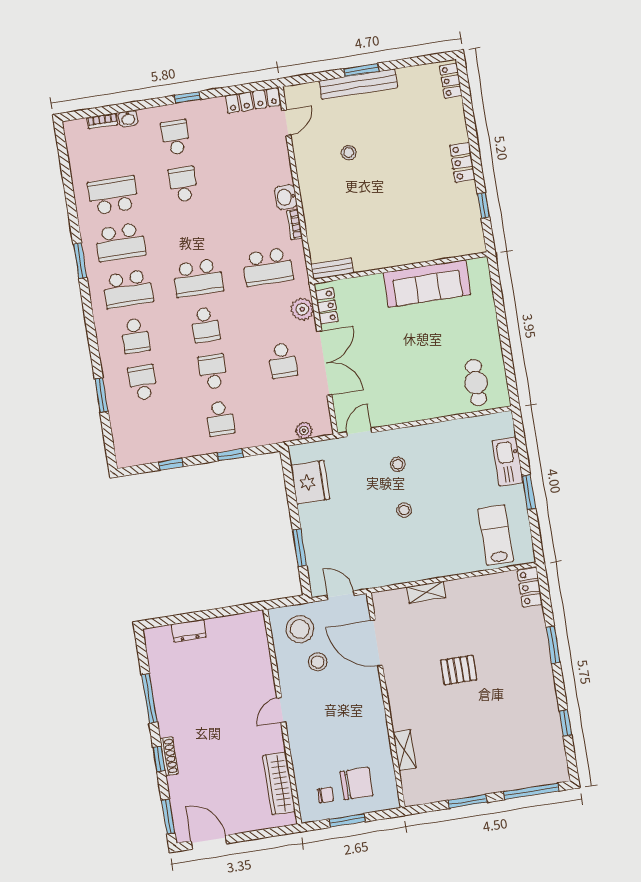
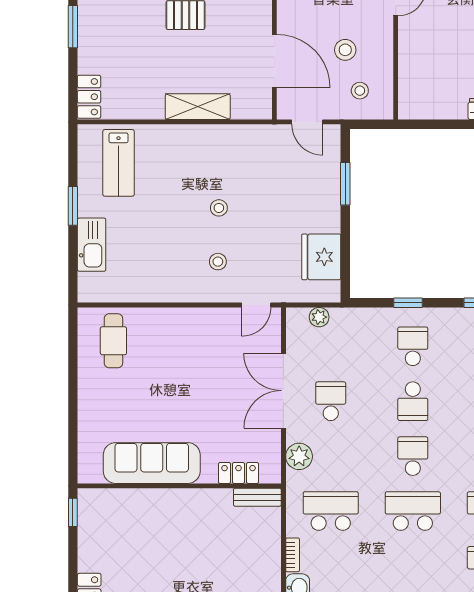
window: (483, 206) -> (73, 512), moved
locker: (327, 306) -> (239, 473), moved, turned 90
shelving: (426, 592) -> (198, 107), width x1.50, depth x1.33
stool: (300, 629) -> (360, 91), width x0.53, depth x0.53

